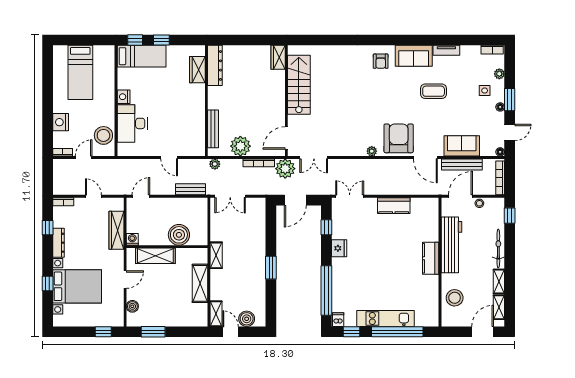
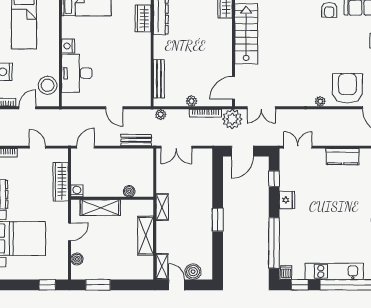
plant: (240, 146) -> (192, 101), width x0.53, depth x0.53
boiler: (179, 235) -> (129, 191), width x0.54, depth x0.54

